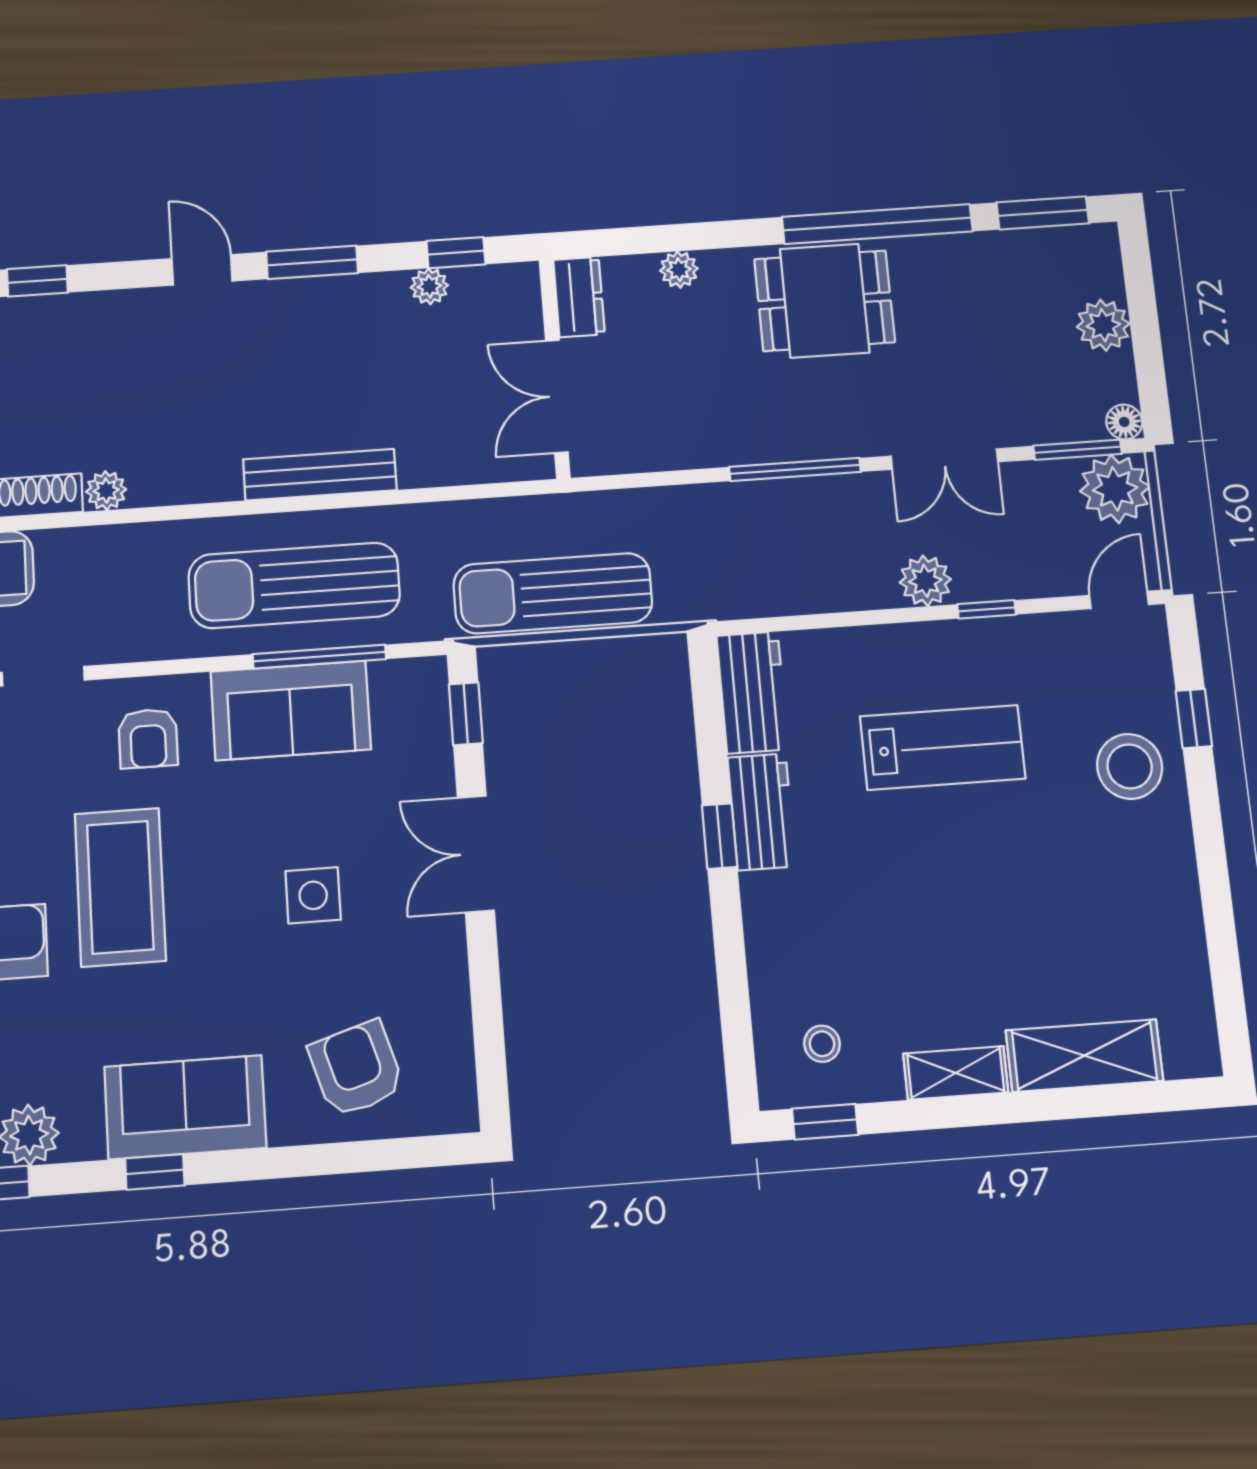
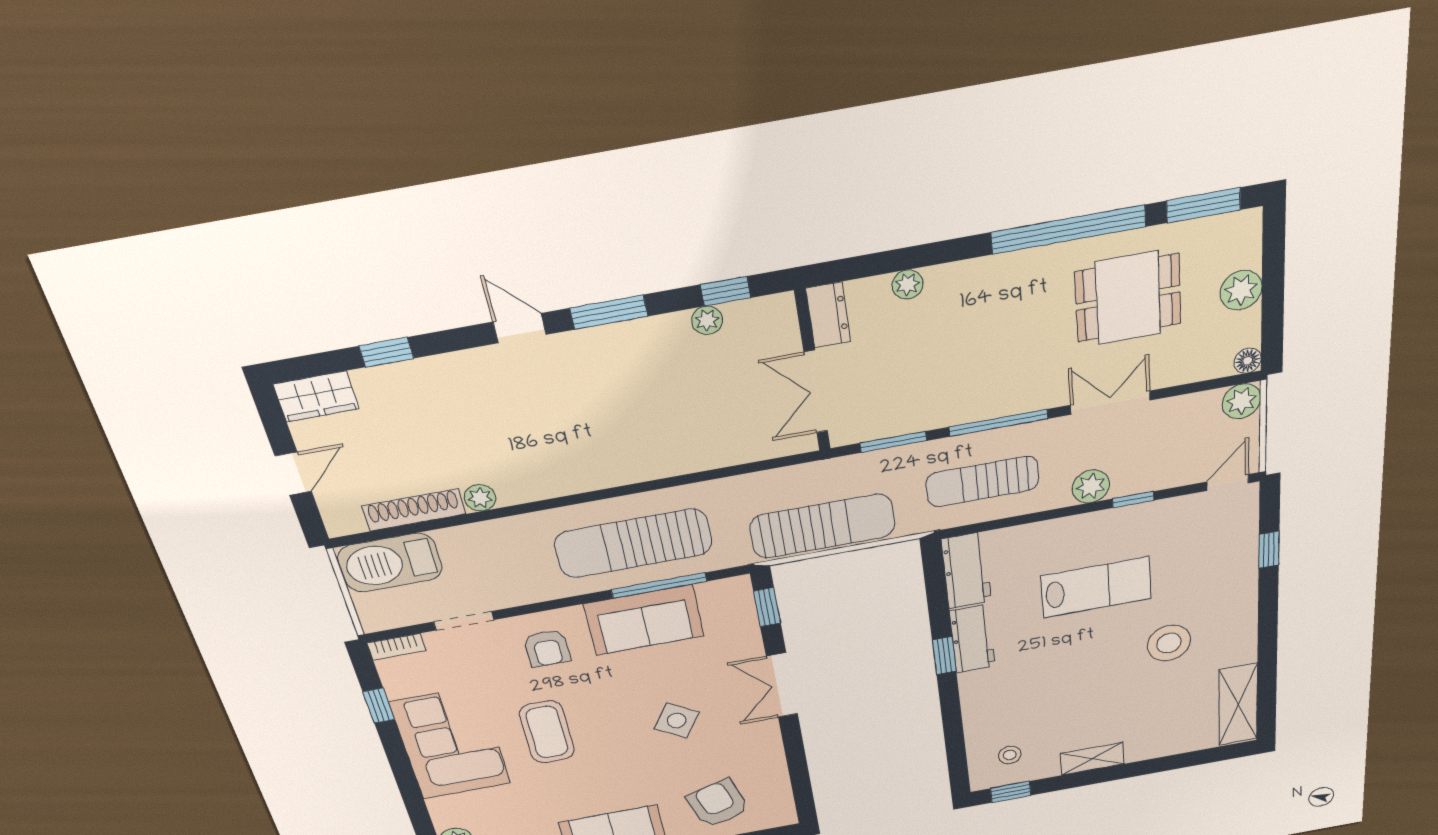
dining table: (825, 301) -> (1128, 298), moved
window: (1078, 450) -> (893, 442), moved
double door: (944, 459) -> (1110, 403), swing flipped
bench: (320, 475) -> (640, 468), removed
plant: (1115, 489) -> (1241, 401), width x0.73, depth x0.73
sun lounger: (774, 554) -> (982, 481), added
sun lounger: (553, 593) -> (822, 526), turned 180
stool: (1130, 766) -> (1169, 643), moved
coffee table: (120, 887) -> (547, 732), width x0.73, depth x0.76
side table: (313, 895) -> (677, 721), turned 32
shelving: (1084, 1056) -> (1238, 704), moved, turned 90

